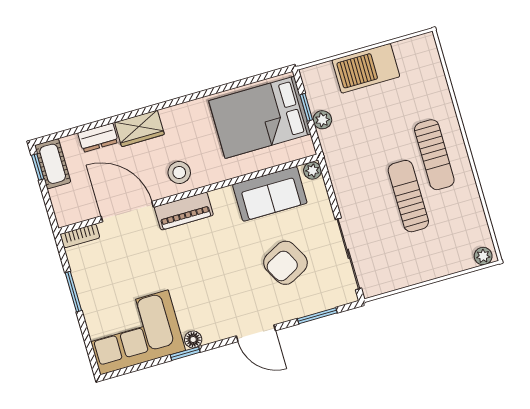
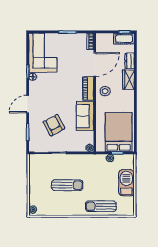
sun lounger: (434, 155) -> (101, 206), moved
sofa: (270, 194) -> (85, 116), moved

